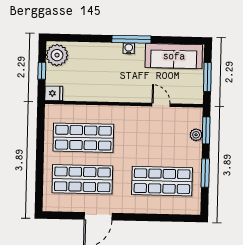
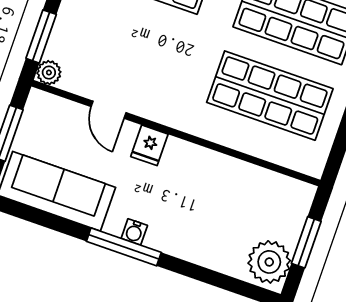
window: (42, 71) -> (306, 242), width x1.50
fridge: (54, 93) -> (149, 145), moved, turned -90
plant: (196, 135) -> (49, 73), moved

